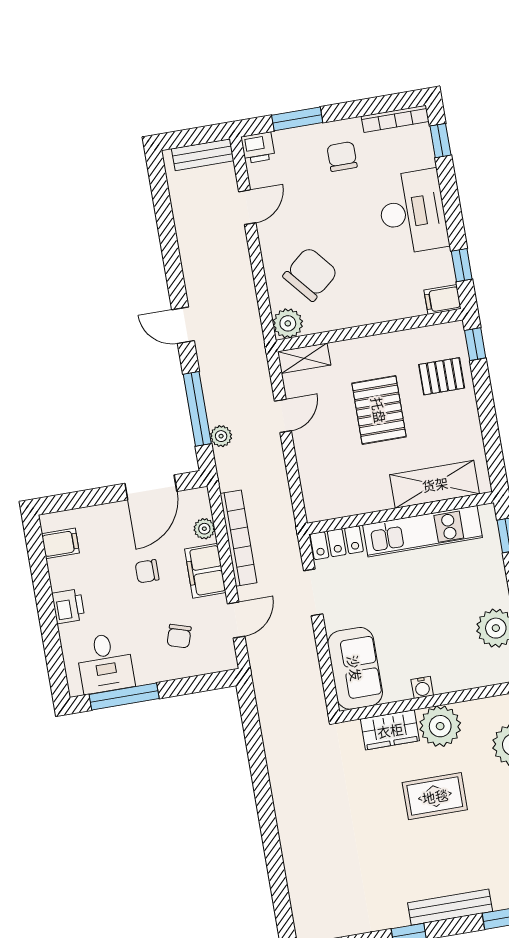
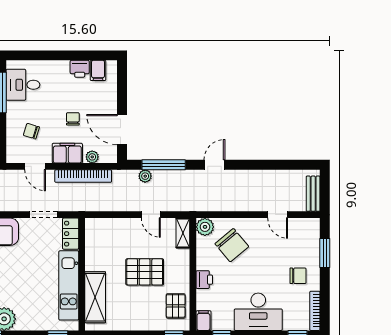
printer: (258, 148) -> (204, 280), moved, turned 180
pallet: (442, 376) -> (176, 306), moved
printer: (68, 606) -> (80, 69), moved

